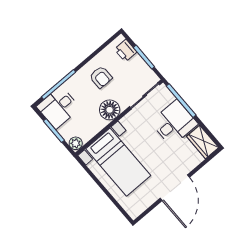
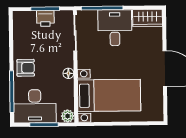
printer: (126, 51) -> (45, 18), moved
armchair: (101, 77) -> (26, 68), moved
desk: (58, 107) -> (35, 106), width x1.37
floor lamp: (110, 110) -> (68, 73), width x0.53, depth x0.53

